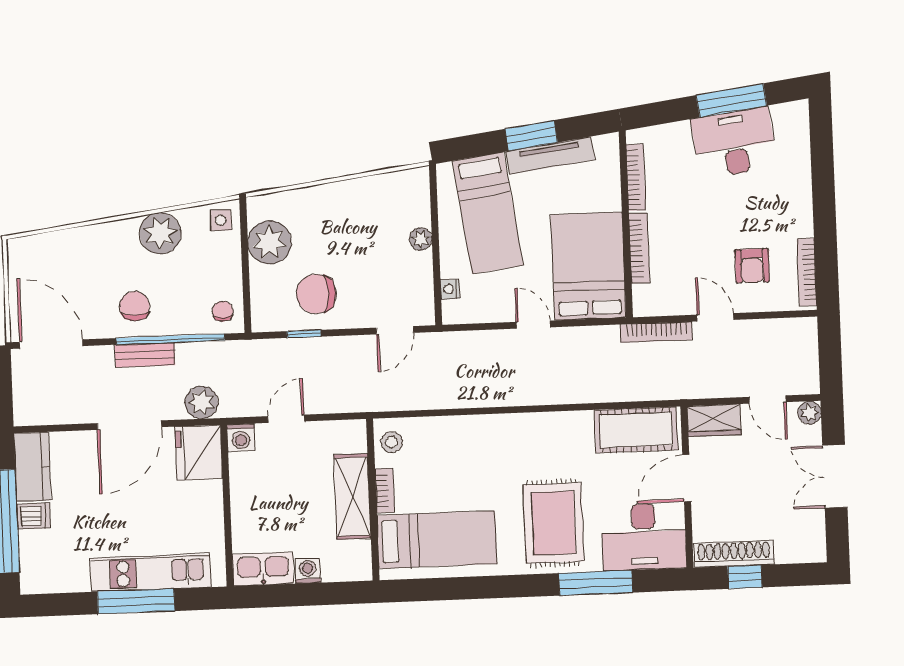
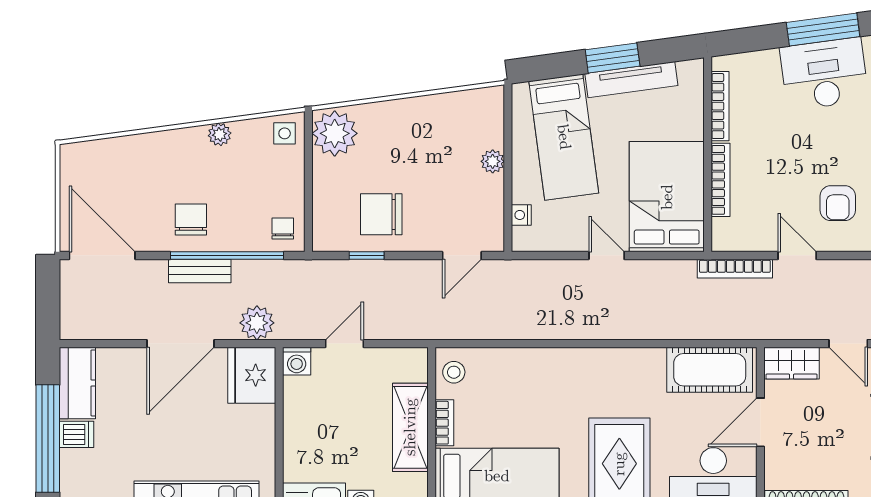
plant: (160, 233) -> (220, 134), width x0.53, depth x0.53
plant: (270, 242) -> (335, 133), moved

